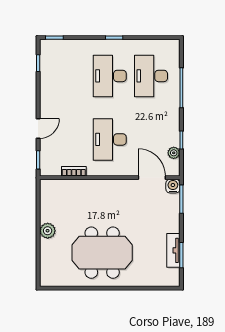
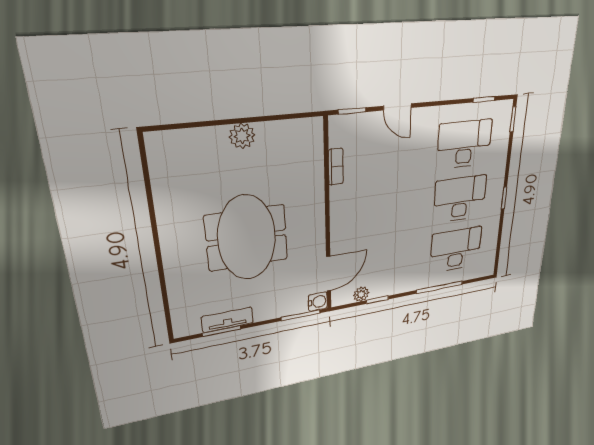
desk: (110, 139) -> (464, 144), moved
meeting table: (102, 253) -> (247, 238), moved

